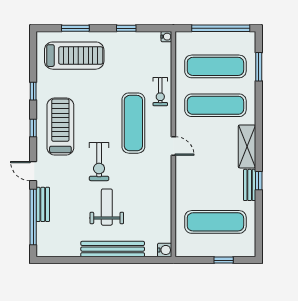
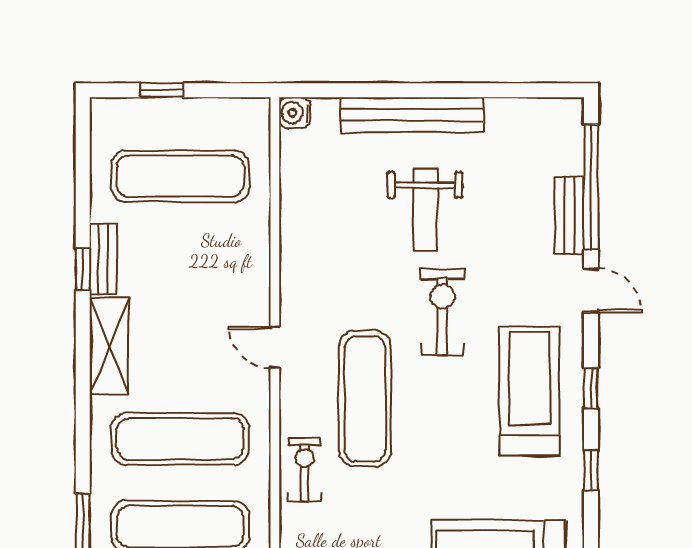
treadmill: (60, 127) -> (529, 391), turned 180

